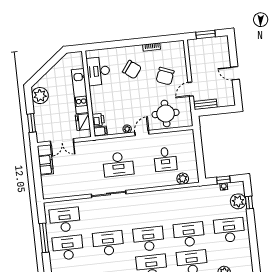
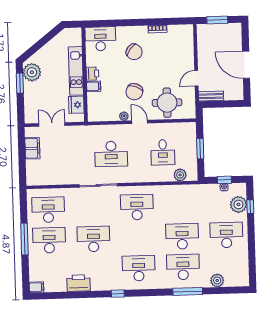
desk: (98, 71) -> (100, 39), moved, turned 90
door: (235, 73) -> (246, 65), width x1.87
chair: (165, 76) -> (134, 92), moved
printer: (98, 120) -> (92, 74), moved
window: (32, 123) -> (20, 83), moved
filing cabinet: (100, 131) -> (94, 86), moved
door: (142, 133) -> (140, 122), hinge flipped
double door: (62, 142) -> (52, 125), swing flipped
window: (199, 153) -> (200, 149), added
window: (44, 238) -> (24, 239), moved
desk: (149, 239) -> (137, 207), moved

